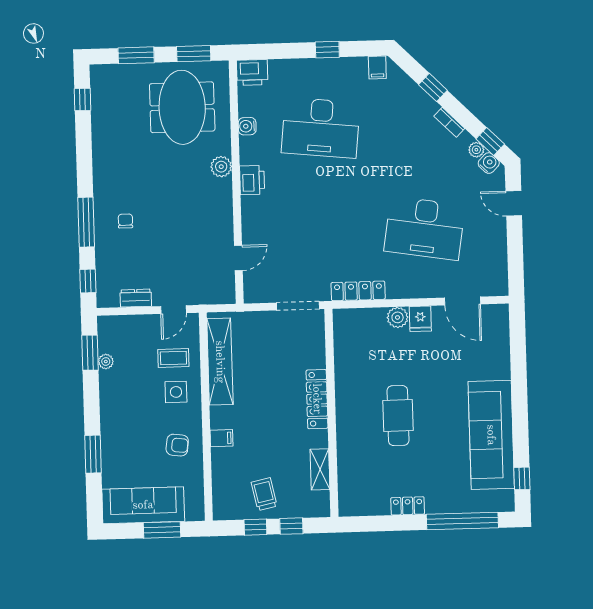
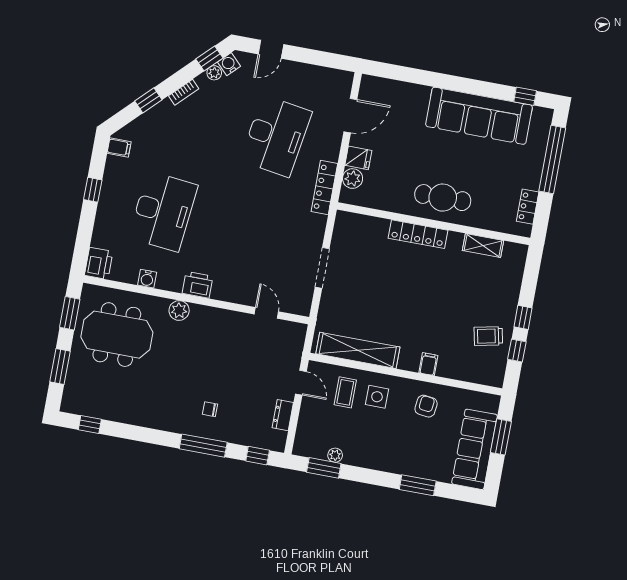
locker: (358, 291) -> (324, 188), moved
locker: (317, 399) -> (418, 234), moved
wall: (331, 413) -> (433, 224), moved
shelving: (320, 469) -> (483, 245), moved

